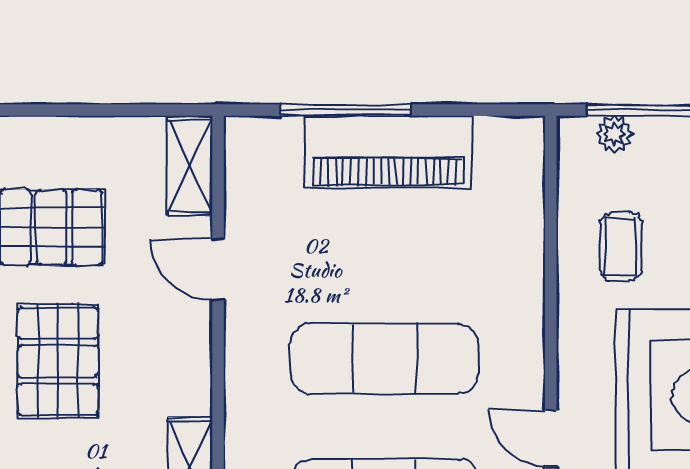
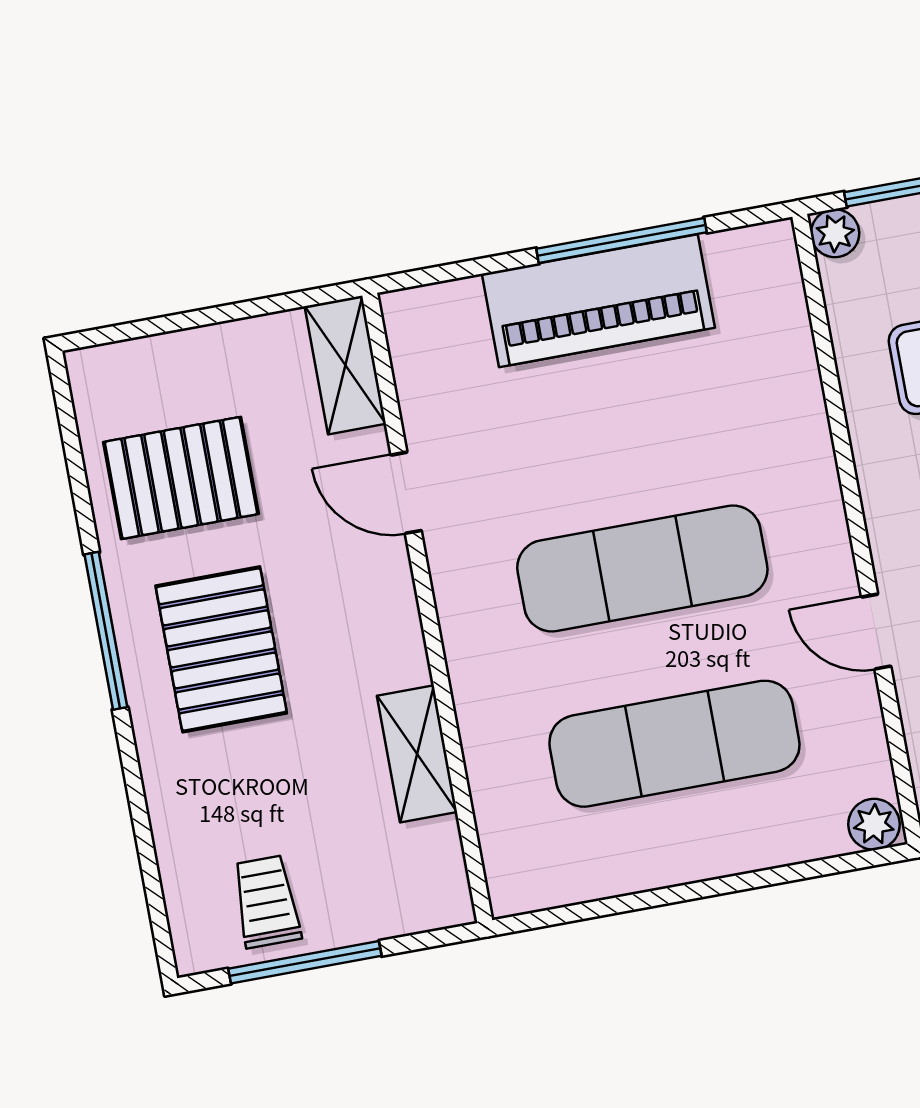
window: (346, 110) -> (622, 240), moved
plant: (614, 134) -> (835, 233), moved

